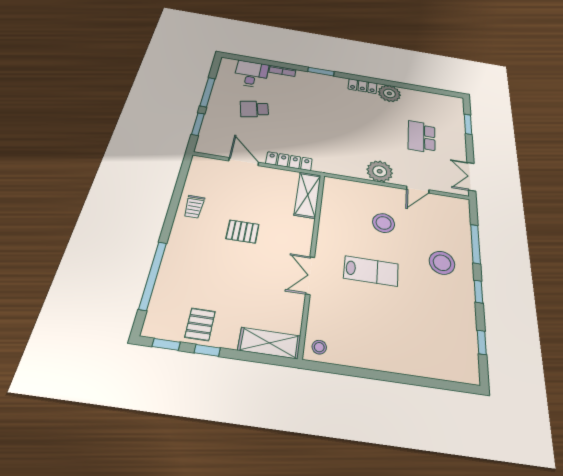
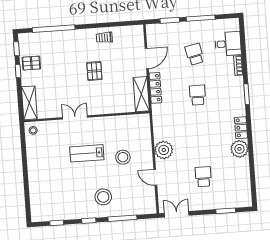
school desk: (311, 118) -> (197, 95), added
school desk: (422, 137) -> (203, 177), width x0.54
shelving: (308, 195) -> (141, 94), moved, turned 90
lab bench: (371, 271) -> (87, 153), turned 90

